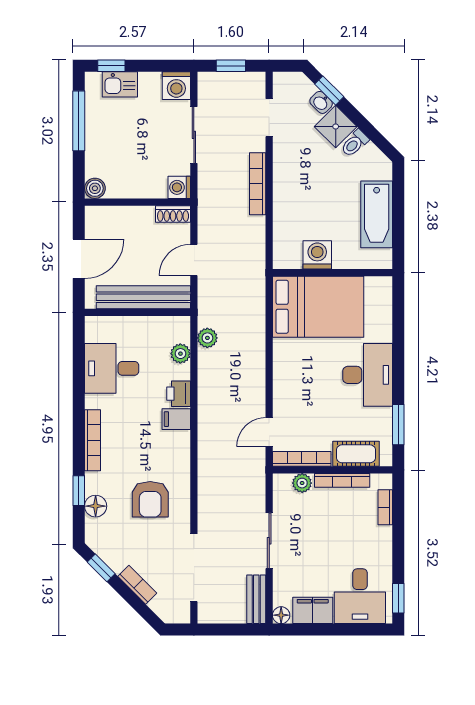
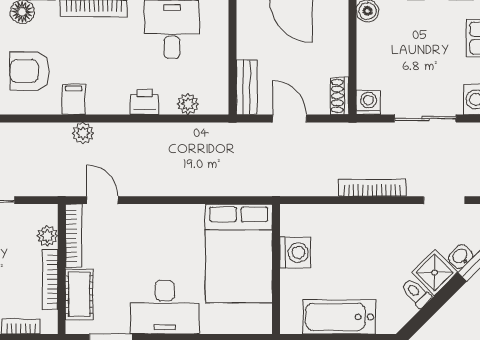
bench: (143, 297) -> (247, 87), width x0.54, depth x0.82
plant: (207, 338) -> (83, 133), moved
filing cabinet: (176, 419) -> (74, 99), moved

